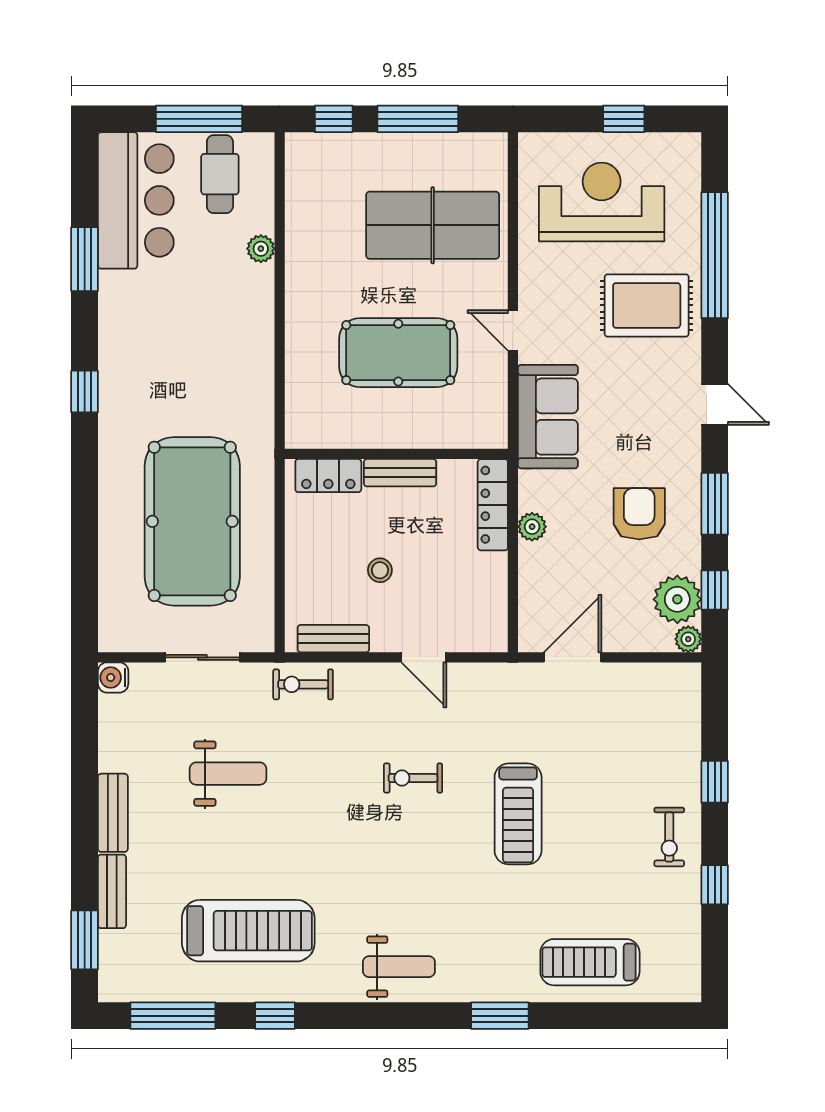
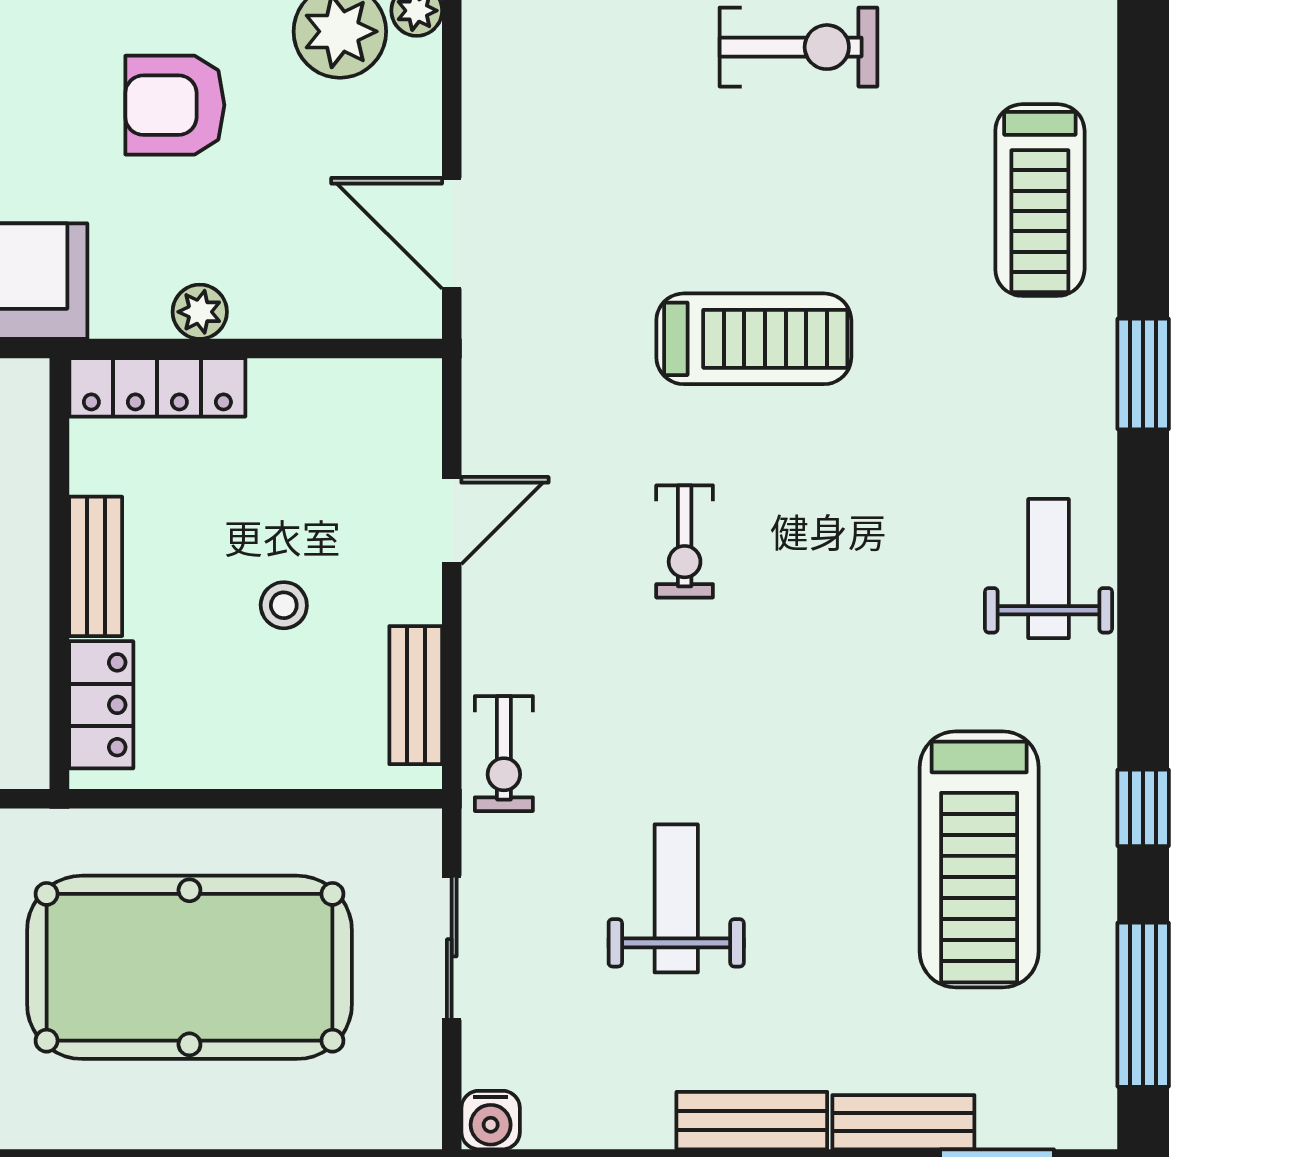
exercise bike: (669, 837) -> (798, 47), width x1.38, depth x1.39
treadmill: (248, 931) -> (979, 859), turned 180

